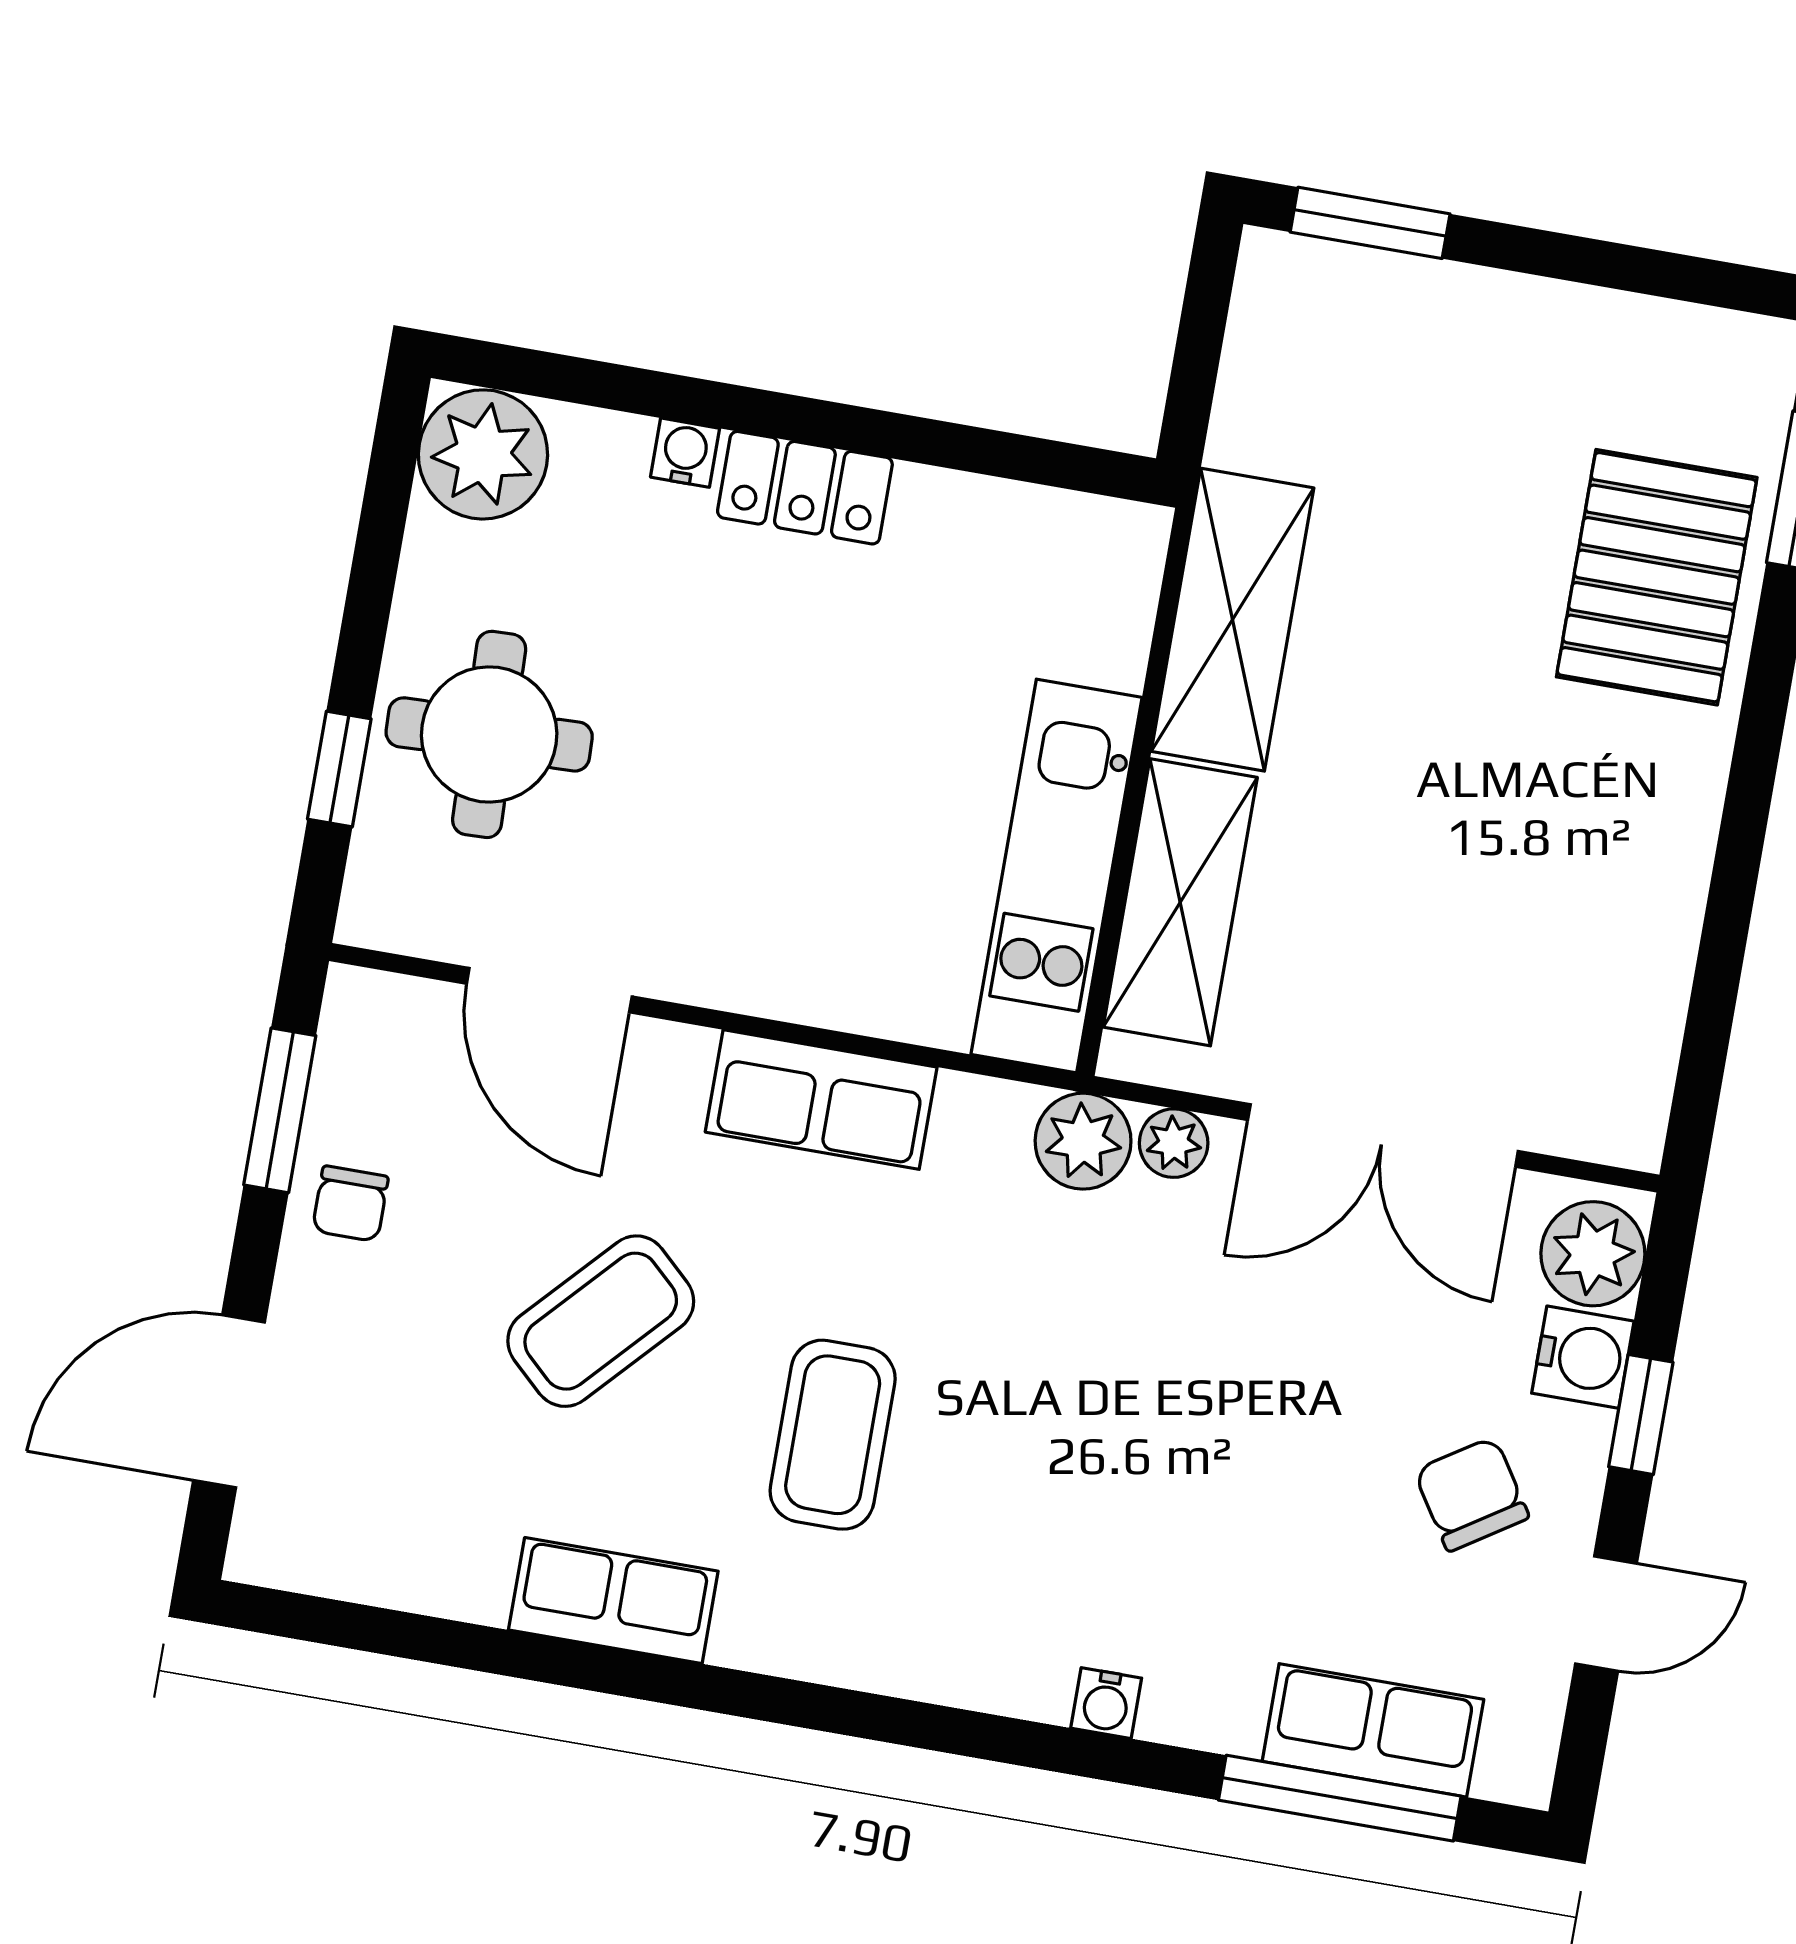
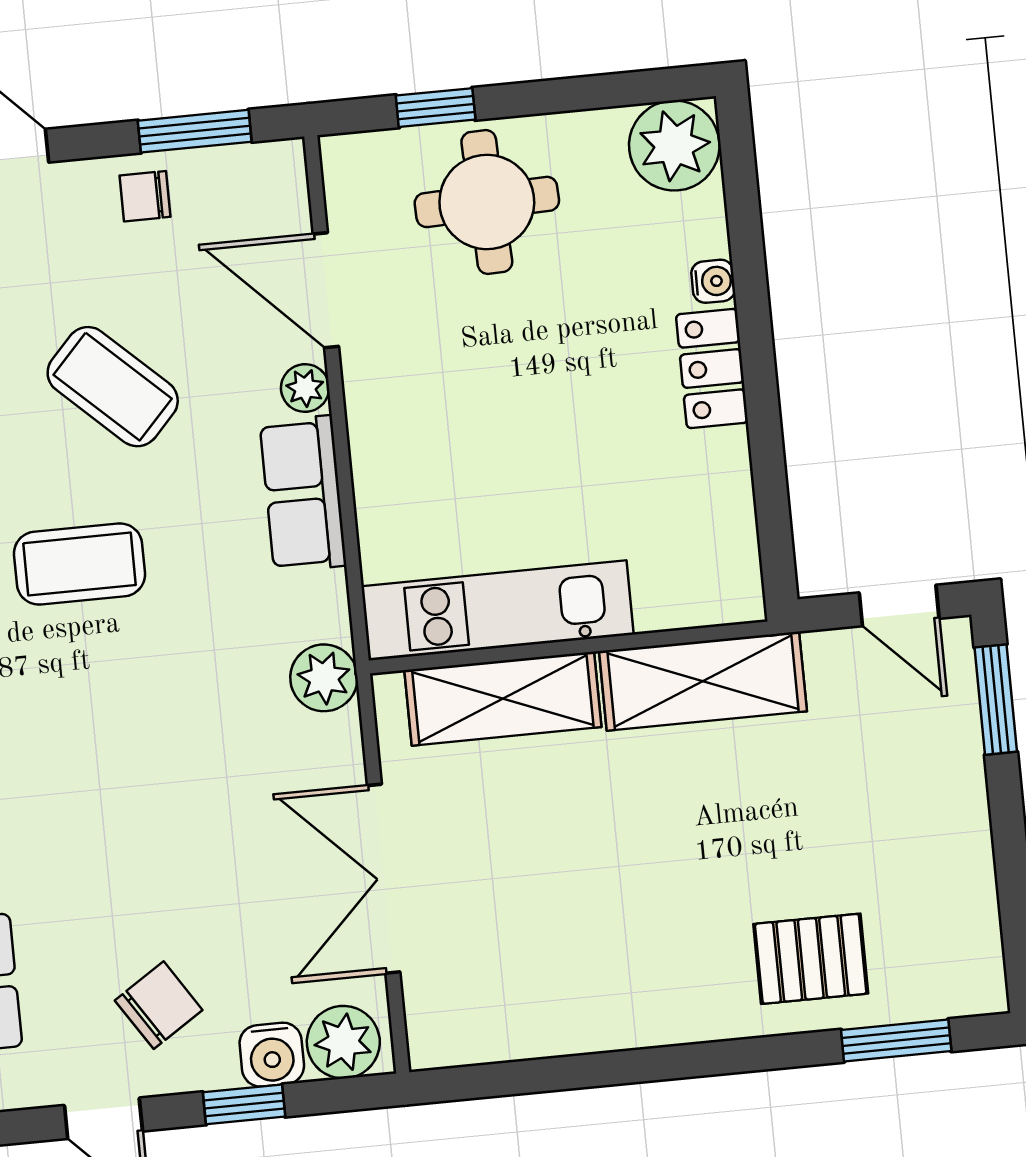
door: (1203, 320) -> (899, 606), added
pallet: (1657, 577) -> (811, 959), width x0.67, depth x0.71
door: (549, 990) -> (326, 290), hinge flipped
plant: (1174, 1143) -> (305, 388), moved

